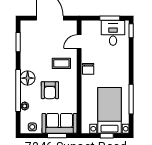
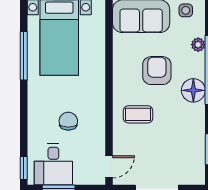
door: (79, 42) -> (109, 167), moved
chair: (88, 69) -> (68, 121), moved

